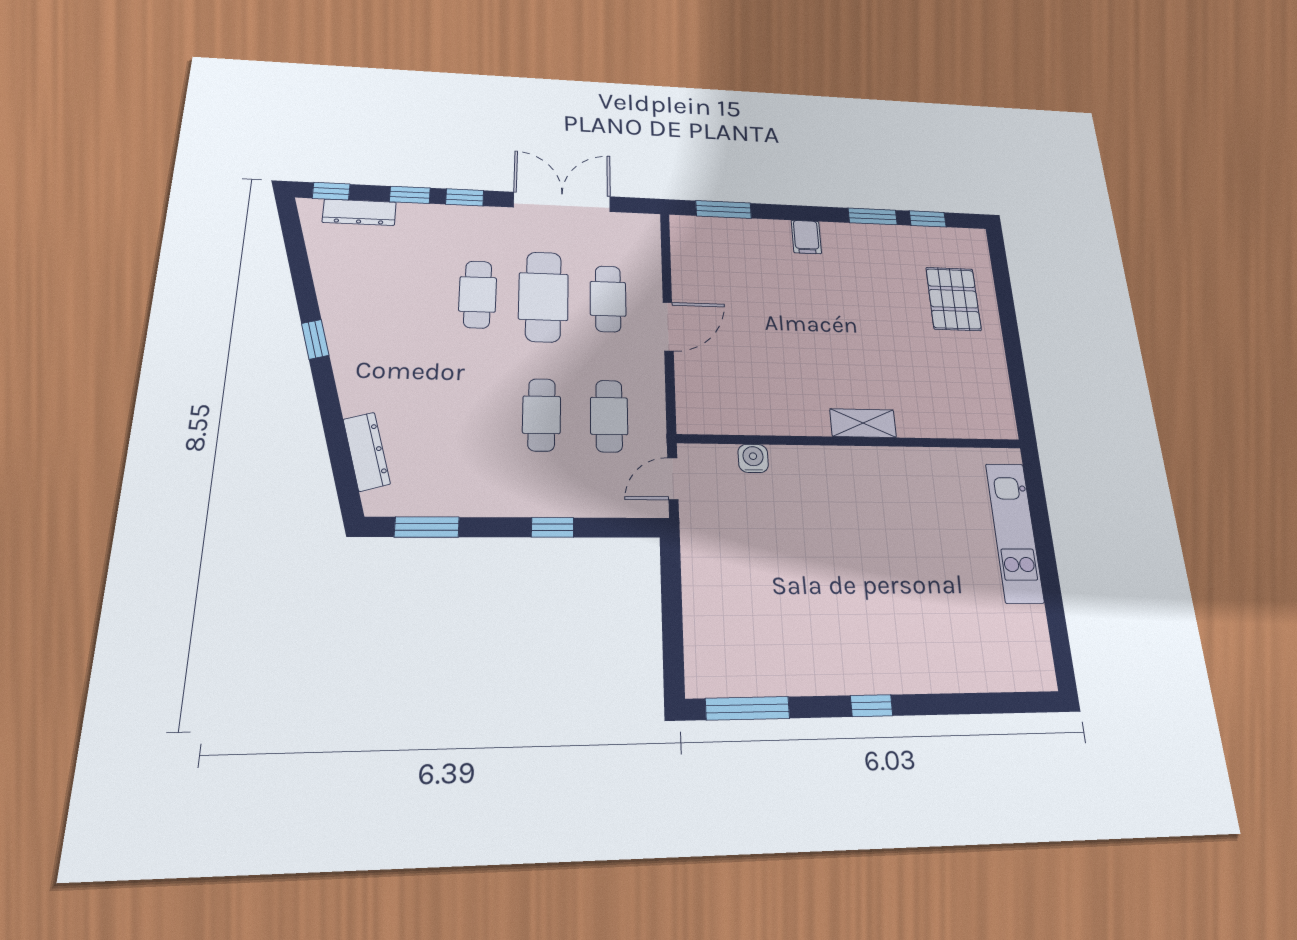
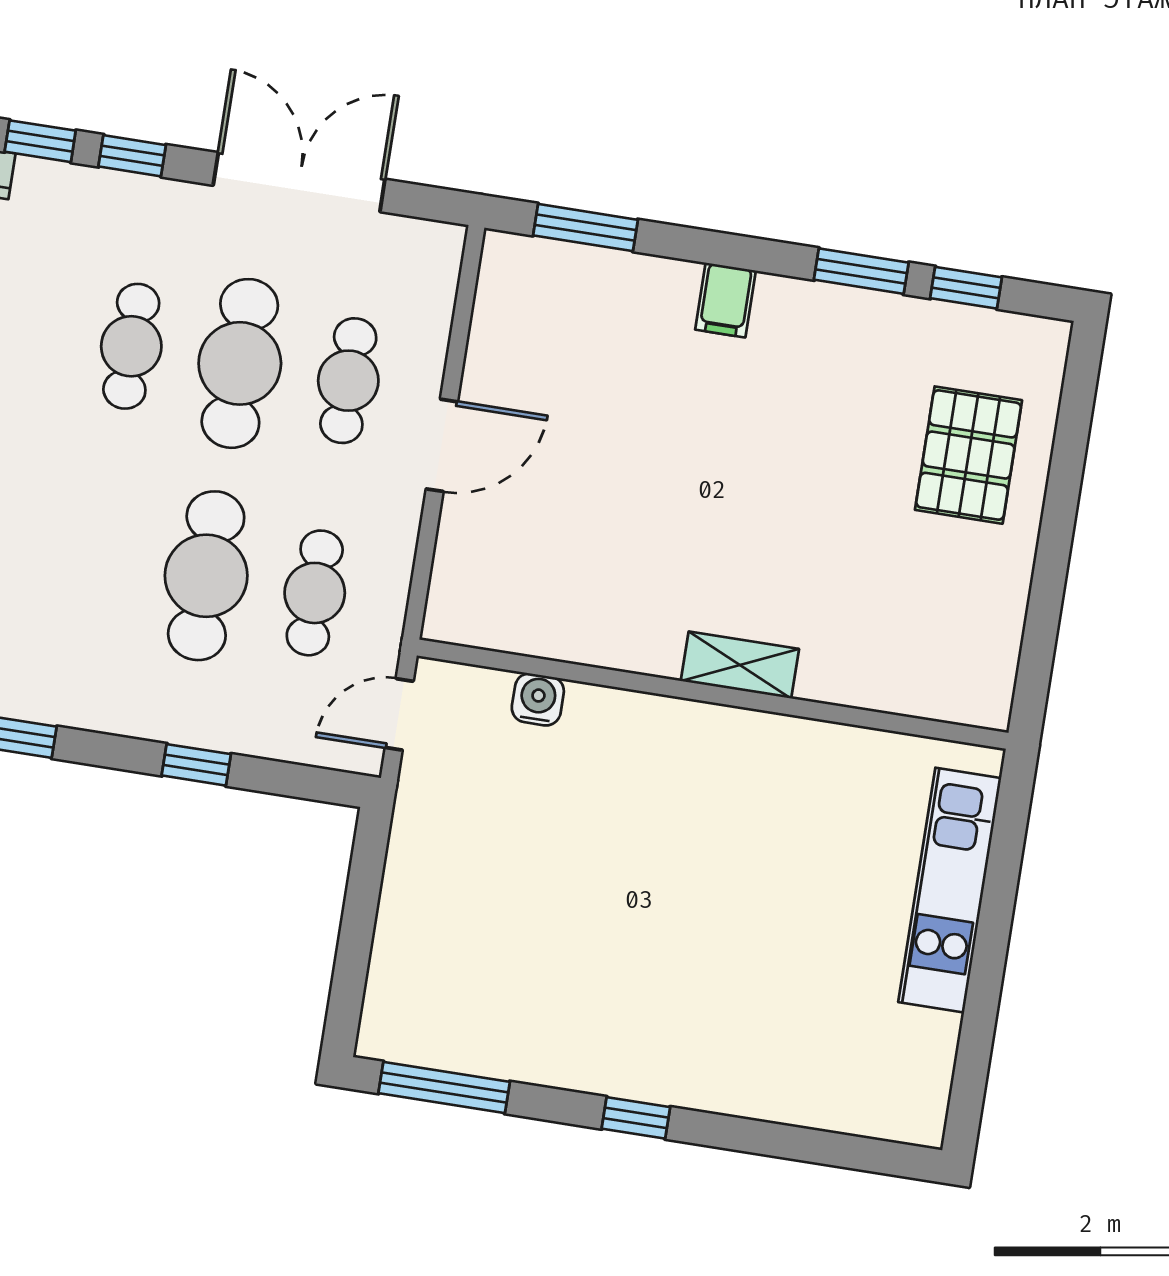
cafe table: (542, 415) -> (206, 576), width x1.37, depth x1.35

